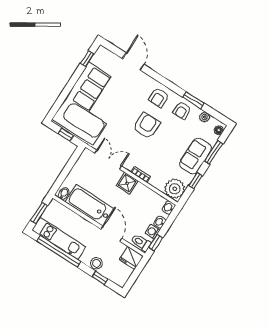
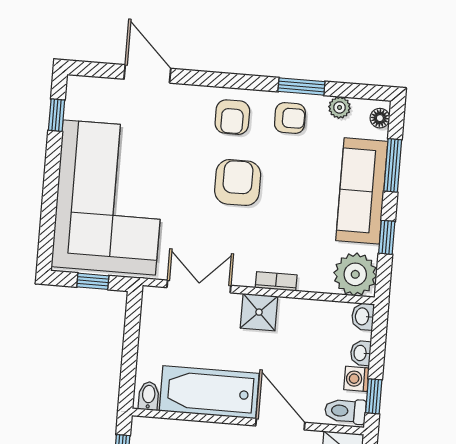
armchair: (182, 111) -> (290, 118), turned -90
sofa: (195, 156) -> (362, 191), width x1.36

